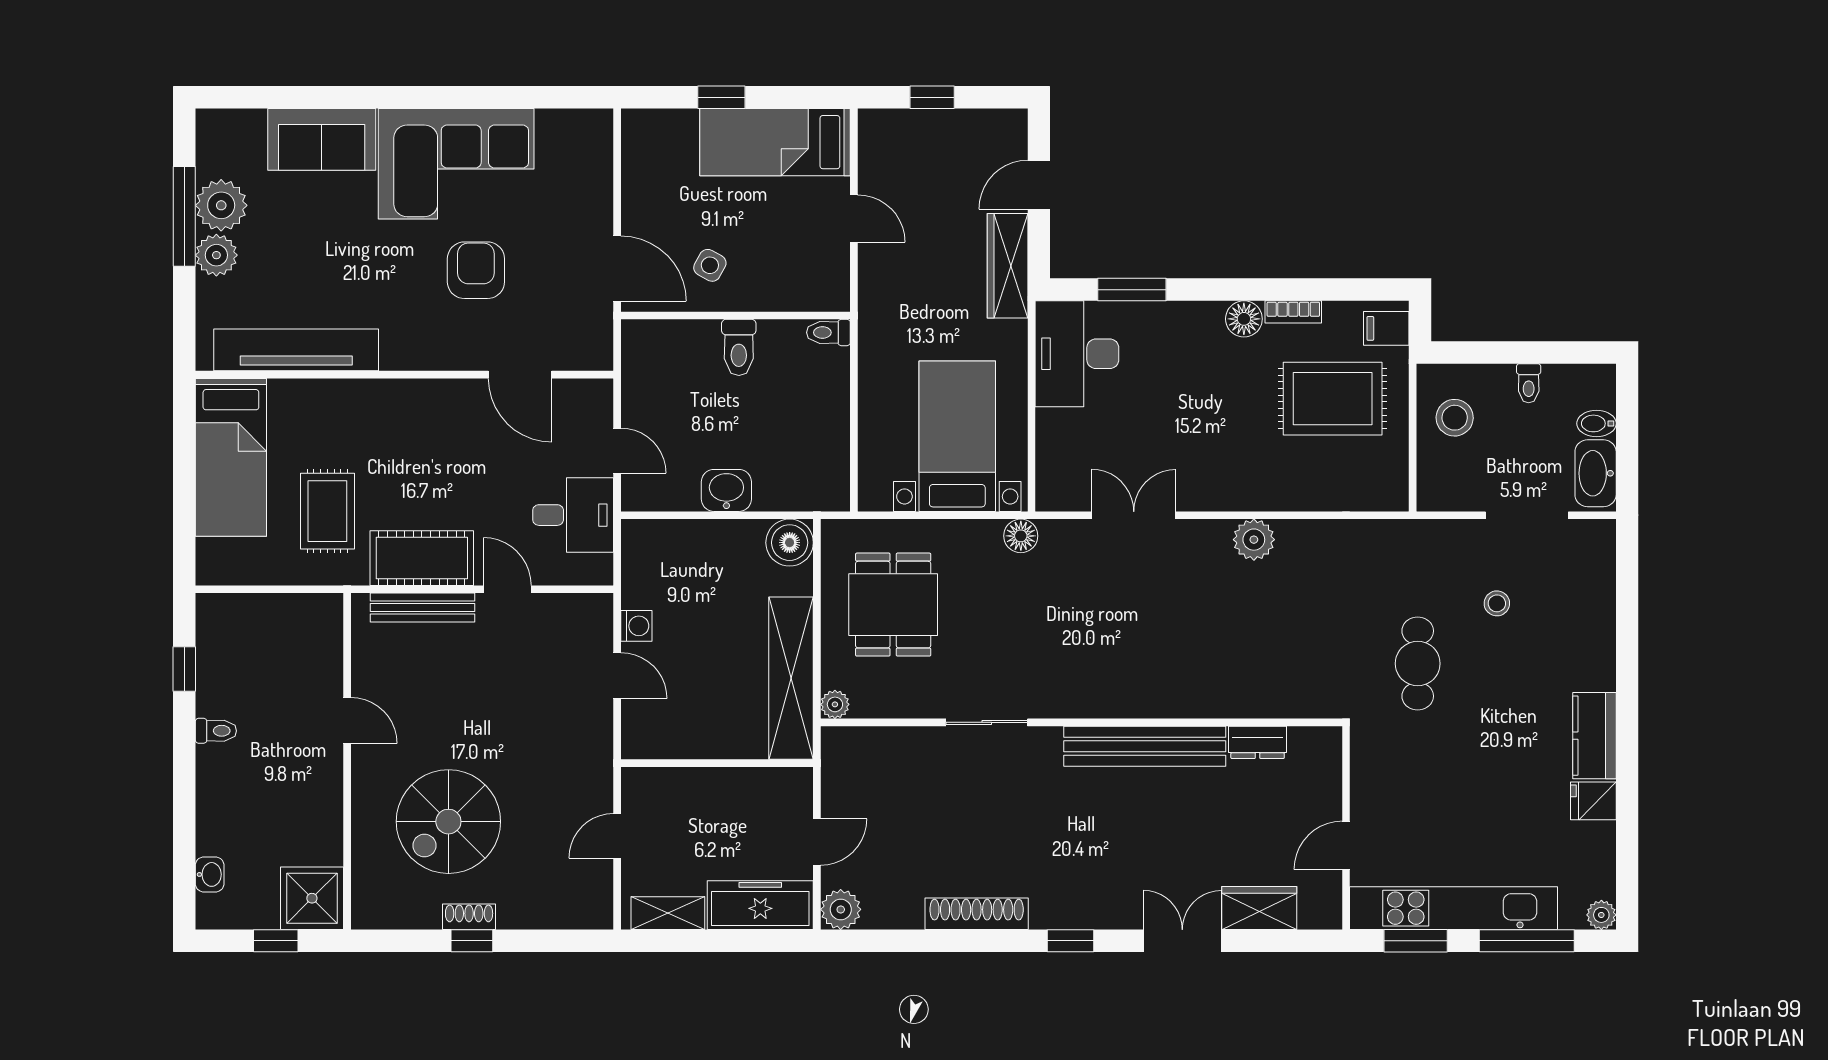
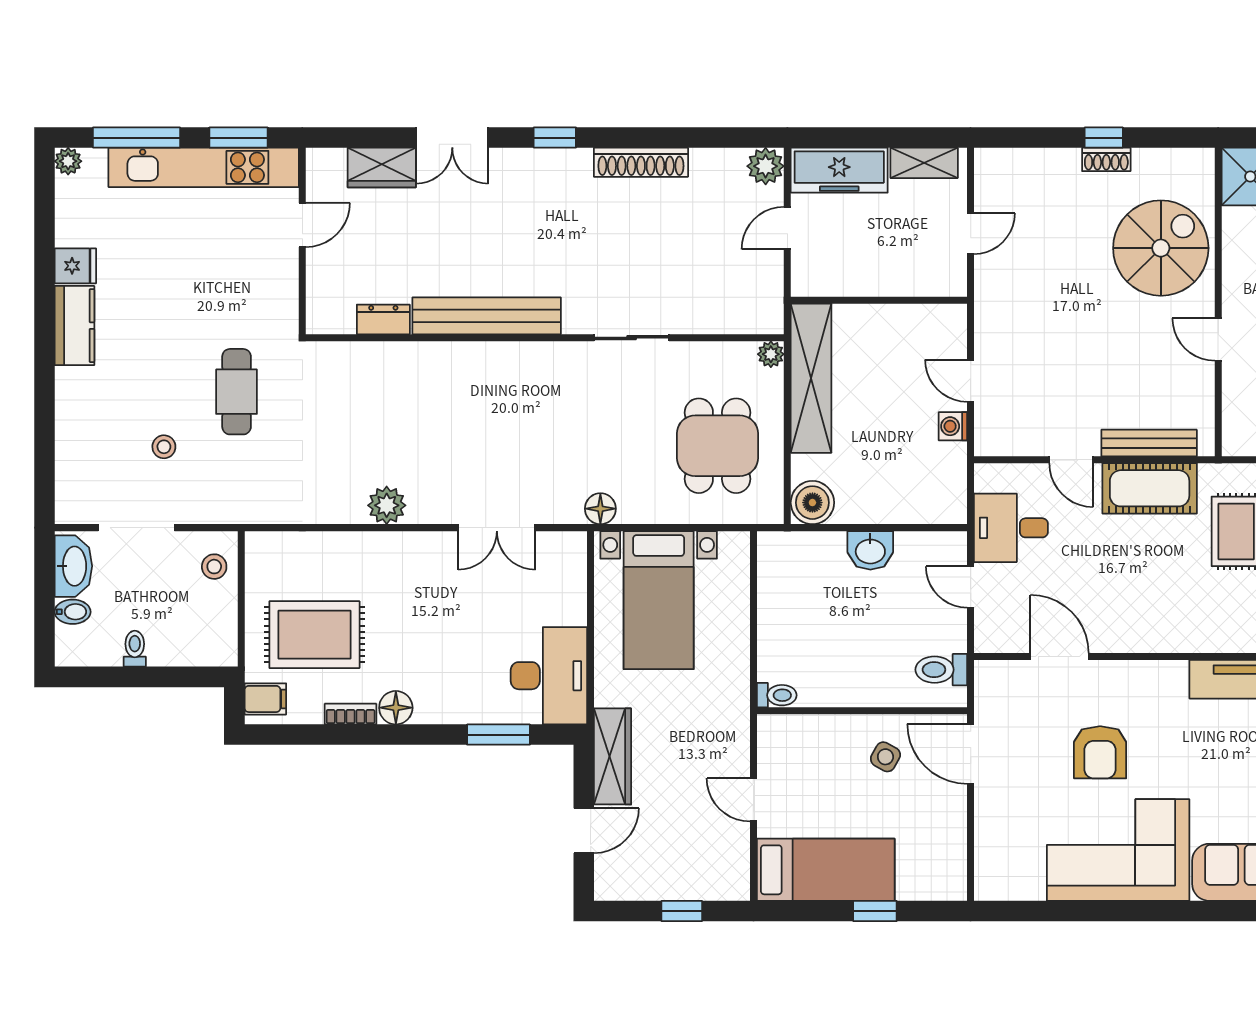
toilet: (739, 347) -> (941, 670), moved, turned -90
stool: (1455, 418) -> (214, 567), moved, width x0.73, depth x0.73
spiral stairs: (448, 822) -> (1161, 248), moved

